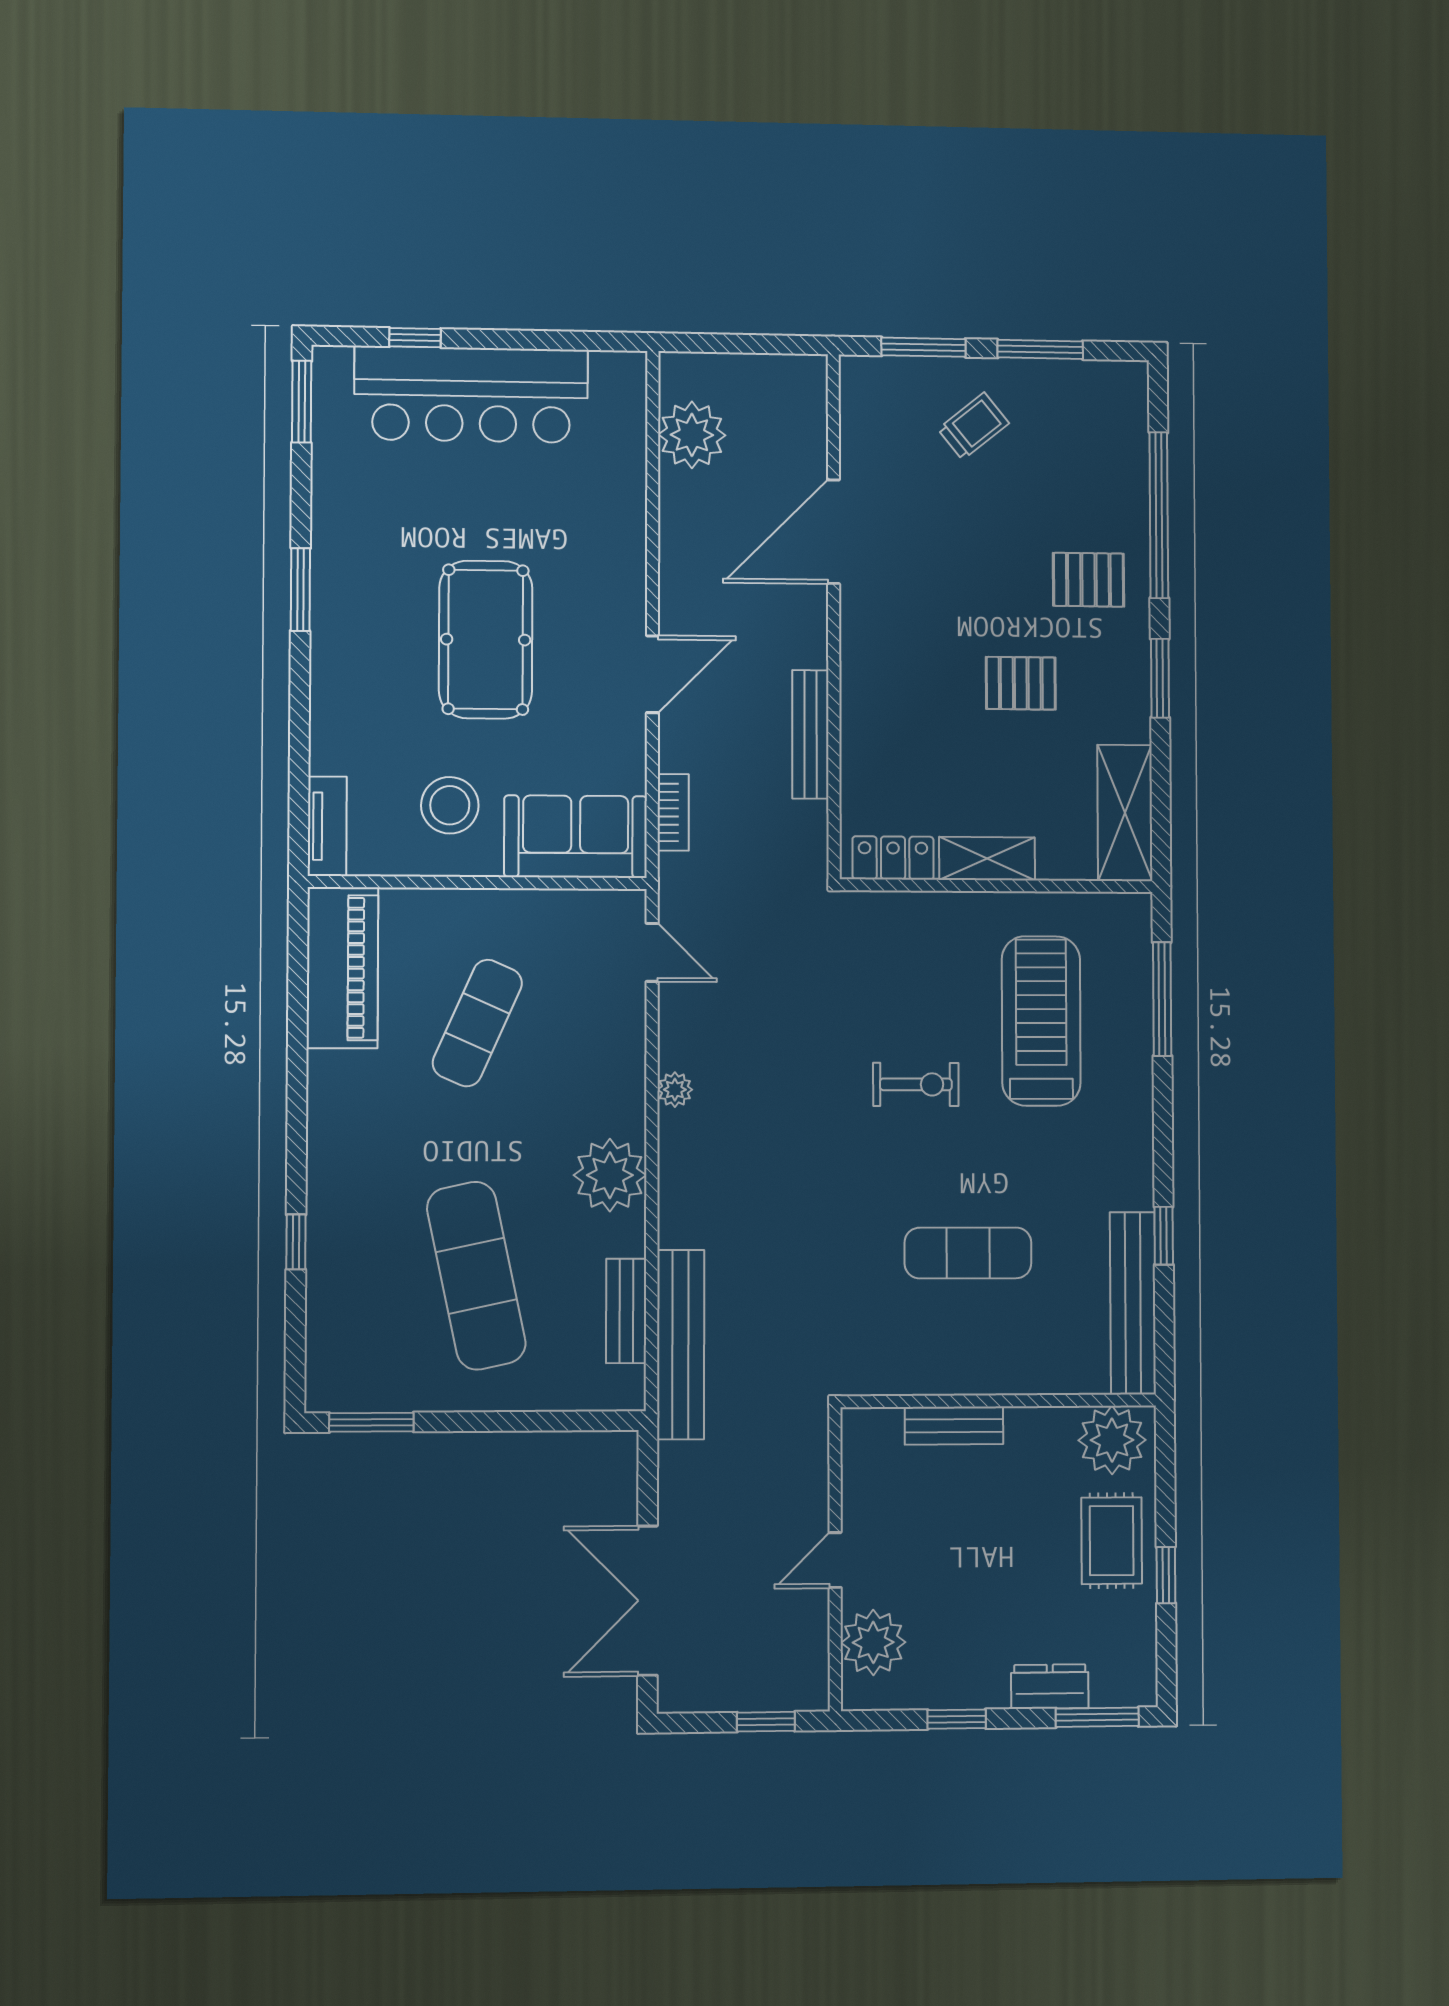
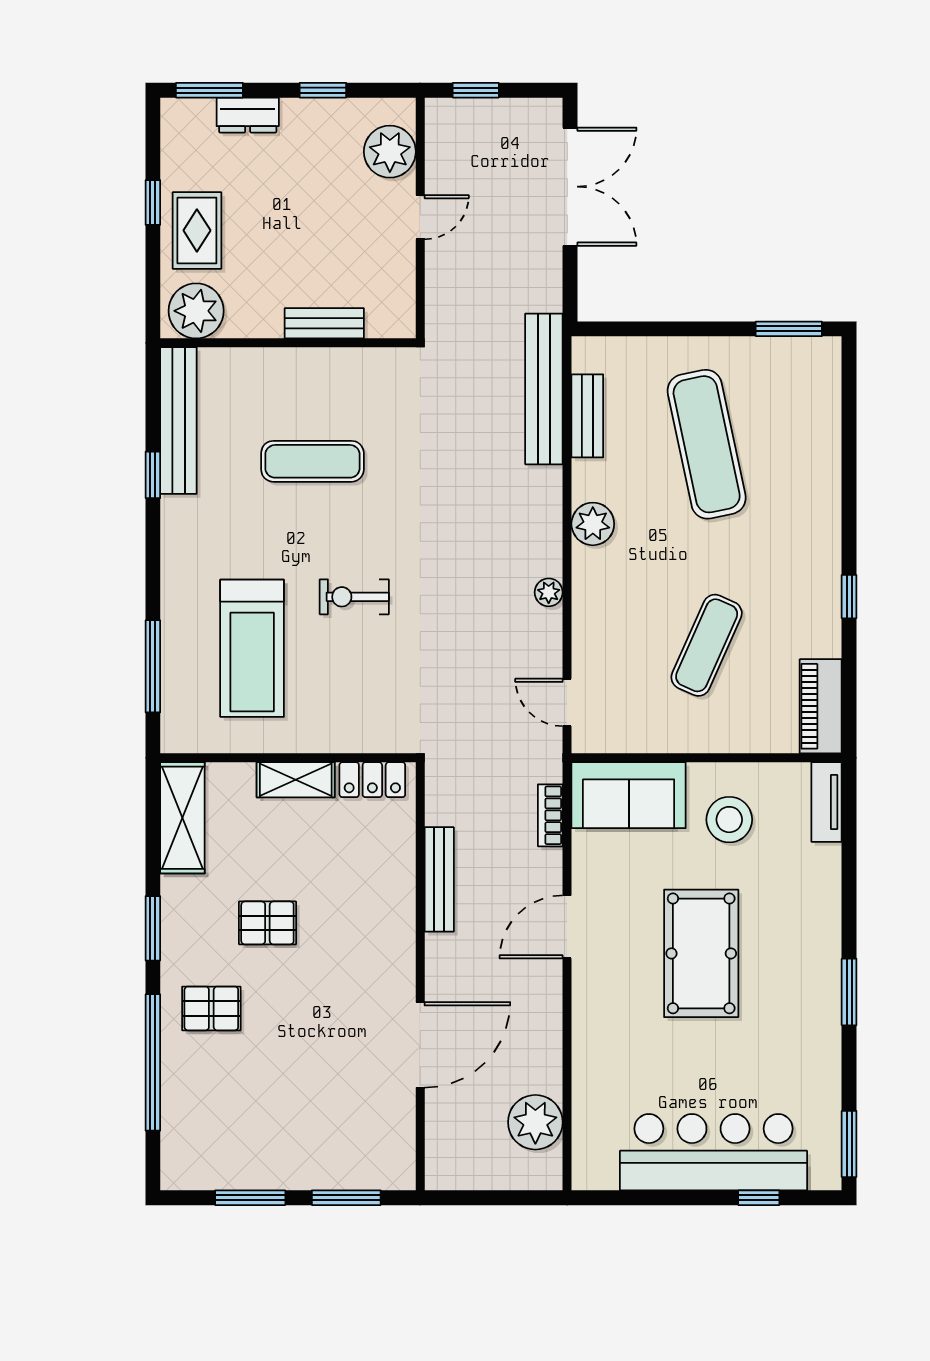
trolley: (973, 426) -> (305, 1133), removed
piano: (342, 968) -> (821, 706), width x0.73, depth x0.75
plant: (610, 1175) -> (593, 524), width x0.73, depth x0.73
window: (296, 1242) -> (849, 597), moved

